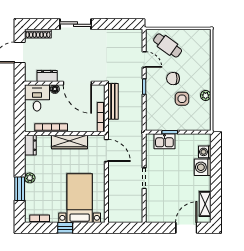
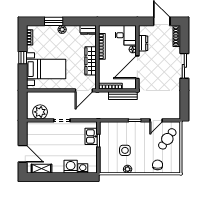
chair: (173, 79) -> (158, 165), moved
plant: (134, 206) -> (40, 112), added

